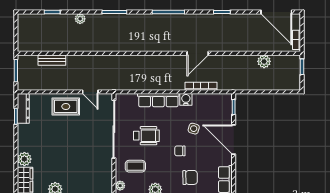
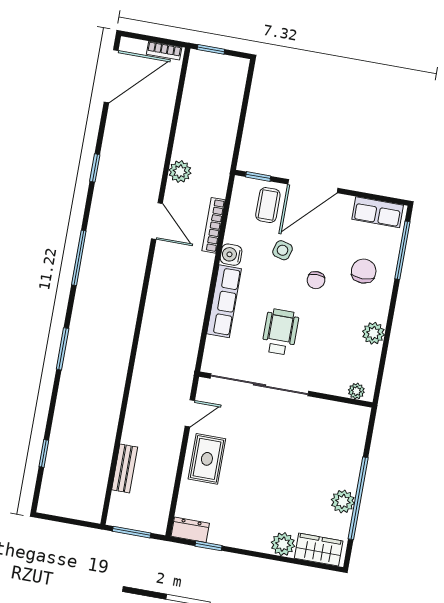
plant: (80, 19) -> (64, 408), removed
plant: (264, 61) -> (180, 171), moved
dresser: (23, 109) -> (190, 530), width x0.70
coffee table: (135, 166) -> (268, 205), moved

